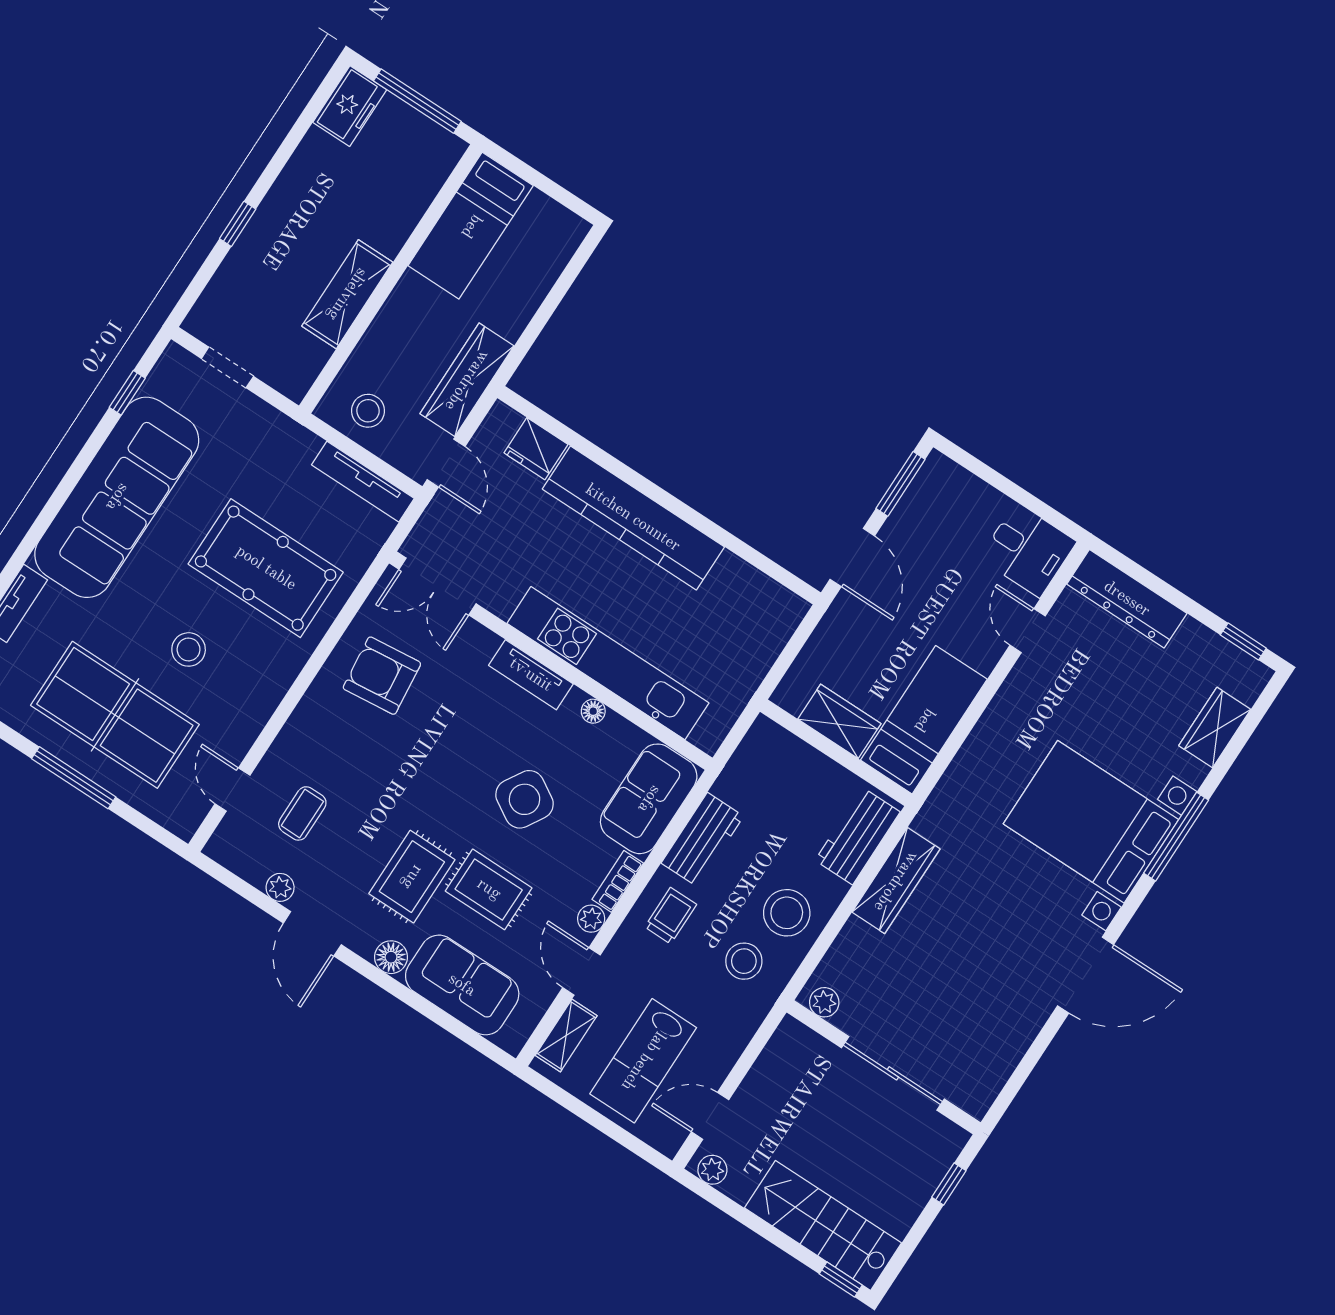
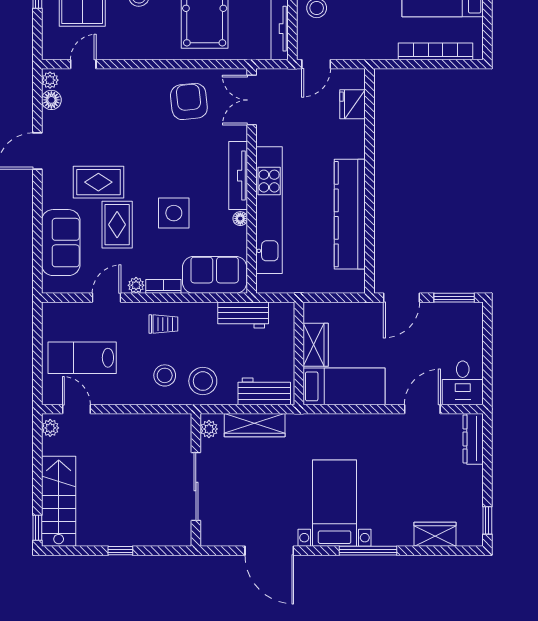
bookcase: (538, 284) -> (436, 51), added
wardrobe: (467, 380) -> (364, 47), removed
kitchen counter: (633, 518) -> (350, 214), moved
dresser: (1127, 599) -> (473, 439), width x0.73, depth x0.80
door: (1028, 631) -> (422, 409), width x1.38
tv unit: (531, 675) -> (238, 176), width x1.41
side table: (524, 799) -> (174, 213), turned -31
coffee table: (302, 813) -> (94, 107), removed
bed with nightstands: (1091, 822) -> (335, 503), width x0.73
workbench: (702, 840) -> (243, 315), moved
plant: (280, 887) -> (50, 80), moved
floor lamp: (391, 957) -> (51, 100), moved
plant: (824, 1002) -> (209, 429), moved
shelving: (566, 1035) -> (70, 311), removed
wall: (884, 1067) -> (196, 480), moved
sliding door: (893, 1073) -> (196, 486), moved

